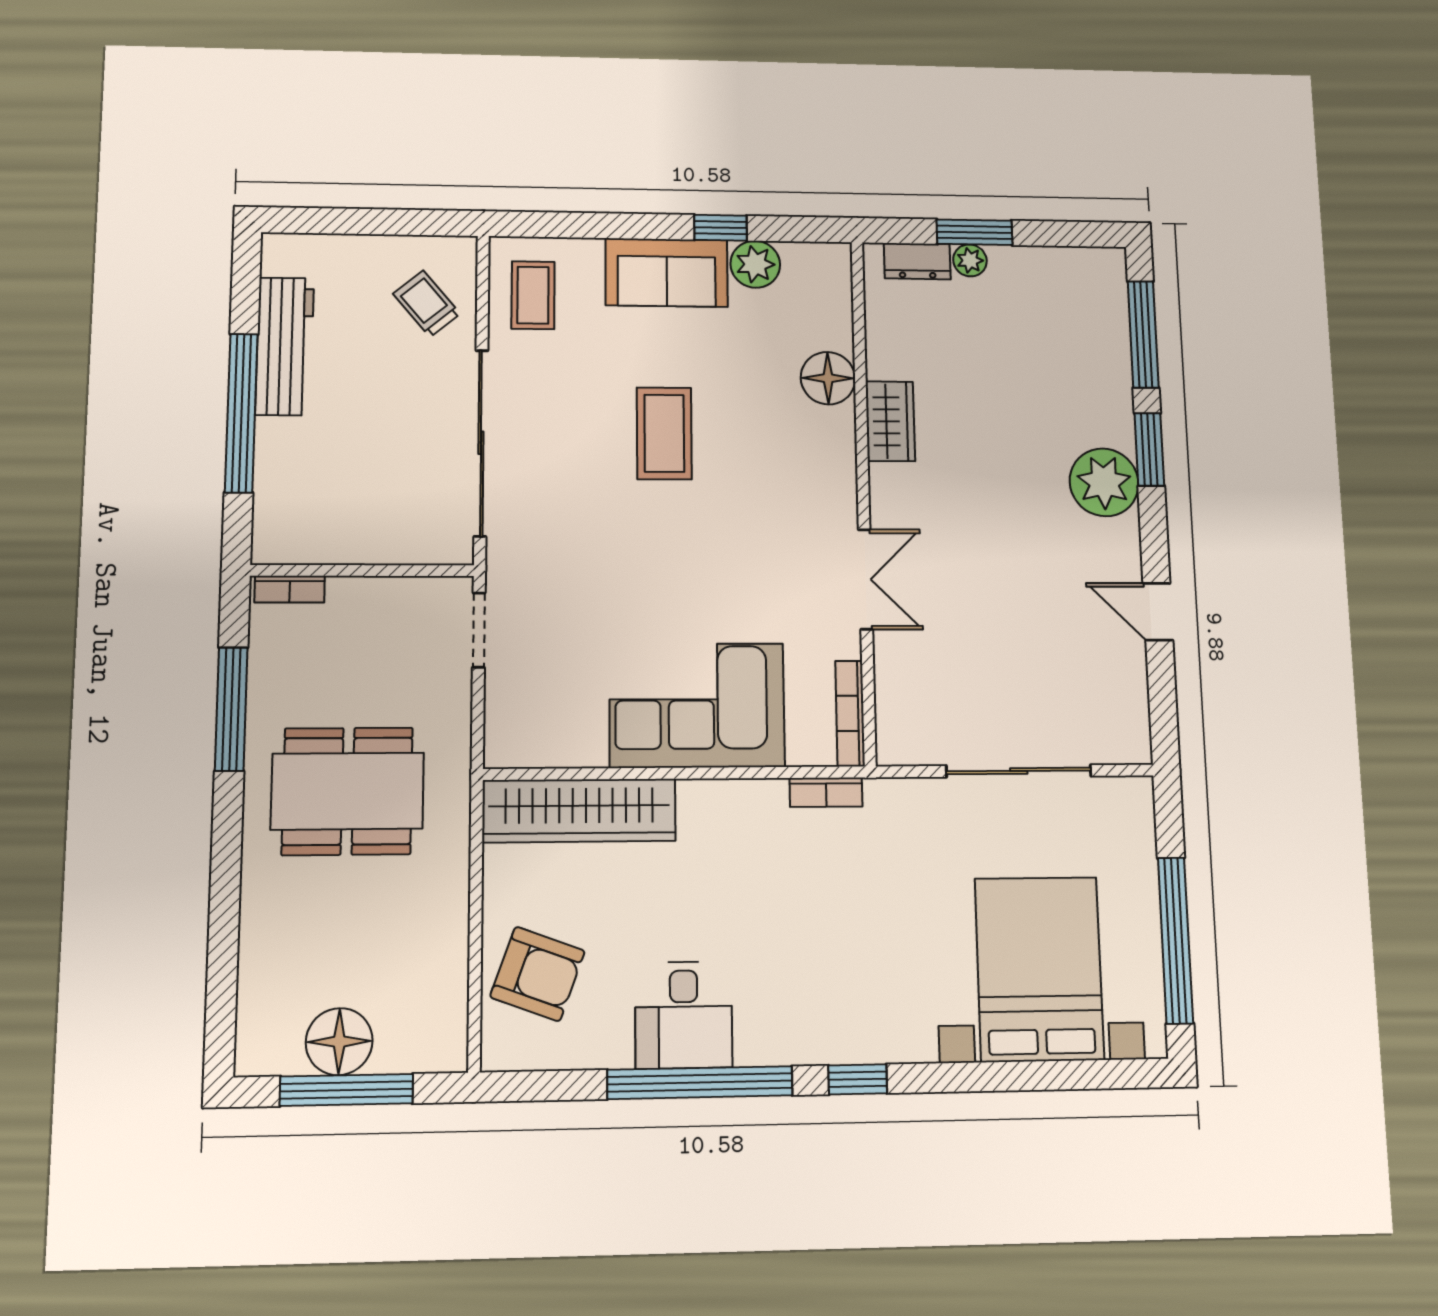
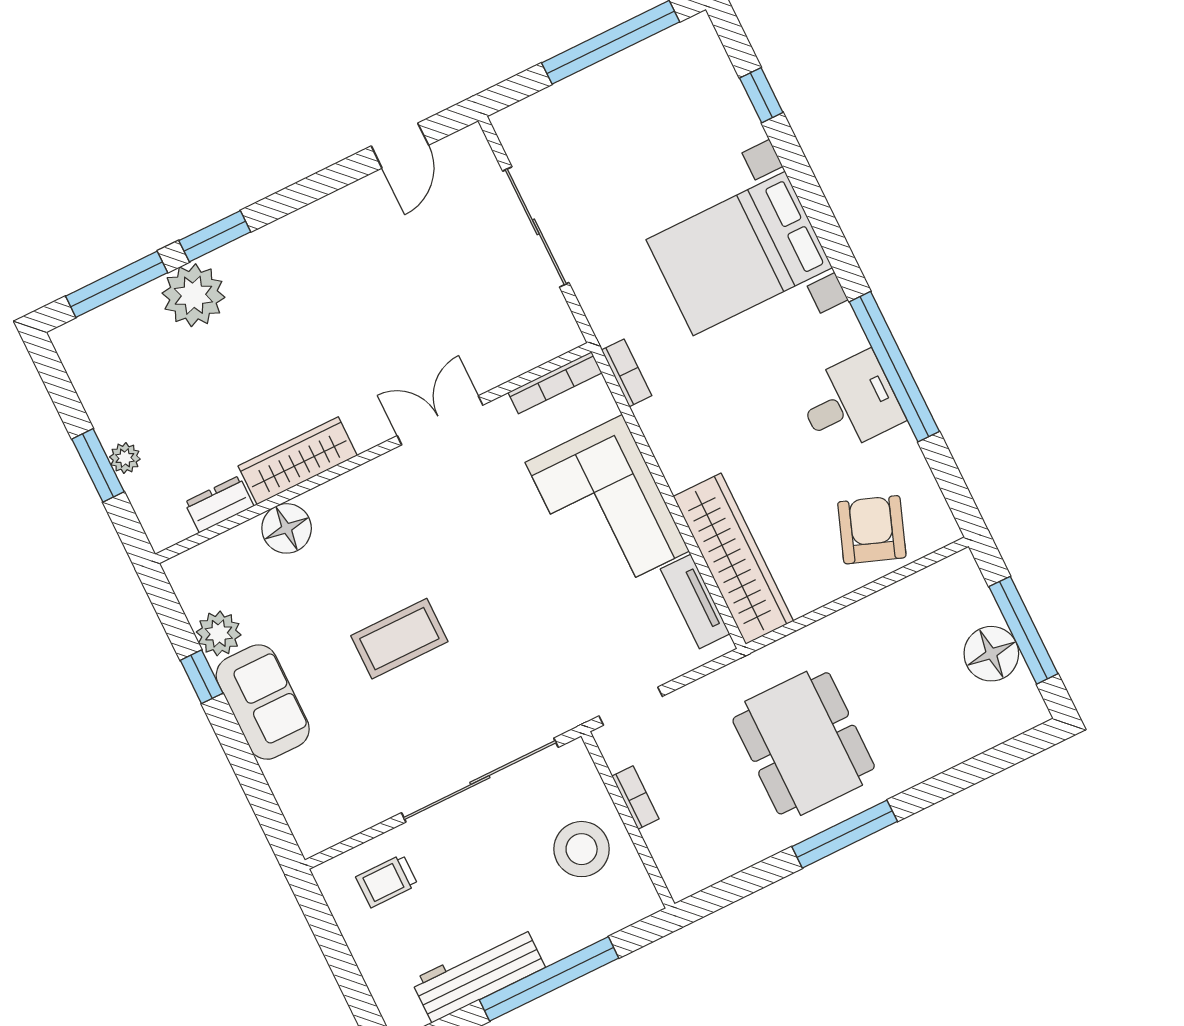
dresser: (917, 261) -> (219, 504), moved, turned -90
coffee table: (533, 295) -> (337, 800), removed
trolley: (427, 304) -> (387, 881), turned 40
wardrobe: (890, 421) -> (298, 461), width x1.50
plant: (1104, 482) -> (193, 295), moved
stool: (357, 509) -> (582, 849), added
bookcase: (290, 589) -> (635, 798), moved
door: (1158, 612) -> (400, 146), moved
window: (231, 709) -> (845, 834), moved
tv unit: (554, 749) -> (695, 601), added
bed with nightstands: (1039, 969) -> (739, 254), moved
window: (858, 1079) -> (761, 95), moved

